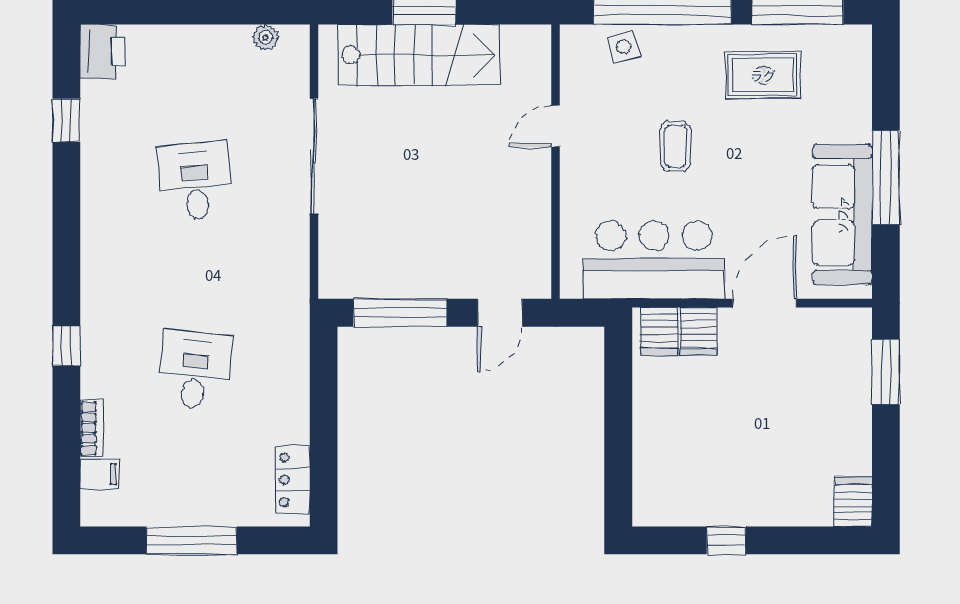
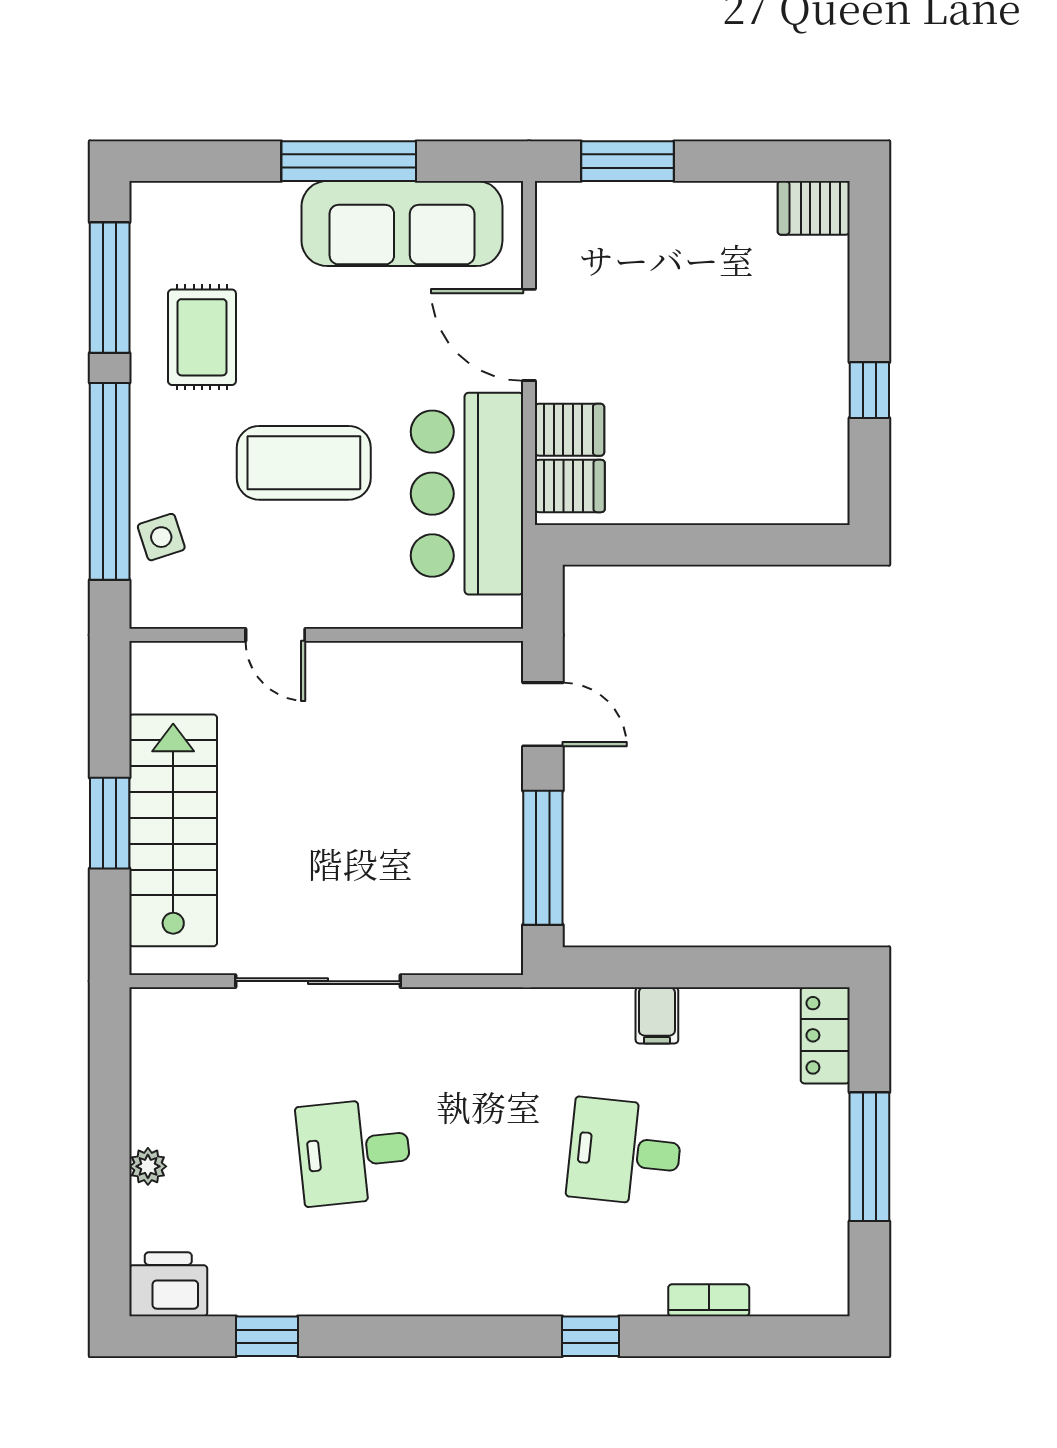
plant: (266, 37) -> (148, 1166), moved
coffee table: (675, 146) -> (304, 463), width x1.86, depth x1.72
filing cabinet: (100, 474) -> (657, 1015), moved, turned 180
locker: (293, 480) -> (825, 1035), moved, turned 90

